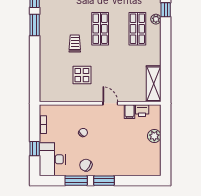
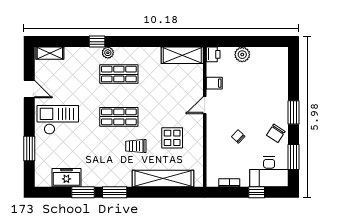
shelving: (47, 67) -> (163, 178), added
printer: (142, 111) -> (213, 54), moved
window: (76, 181) -> (294, 157), moved

